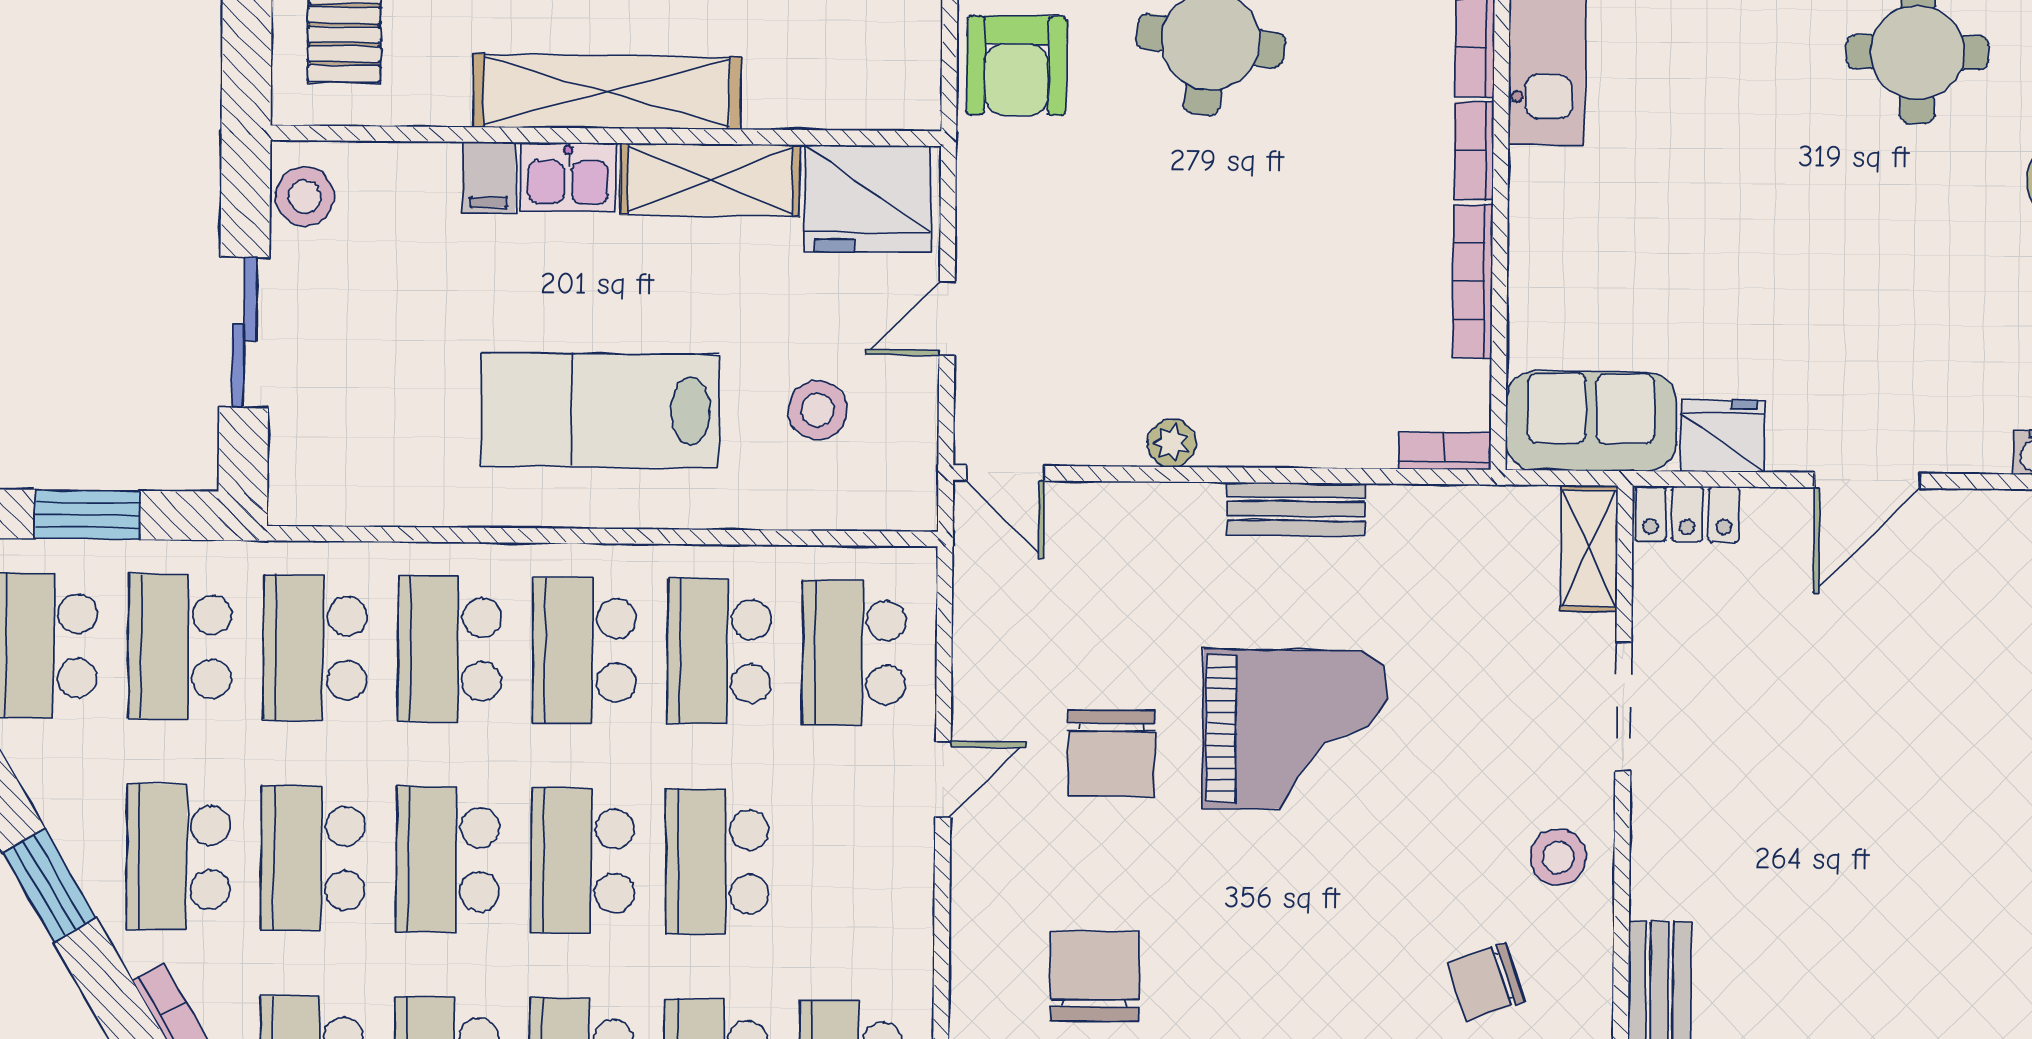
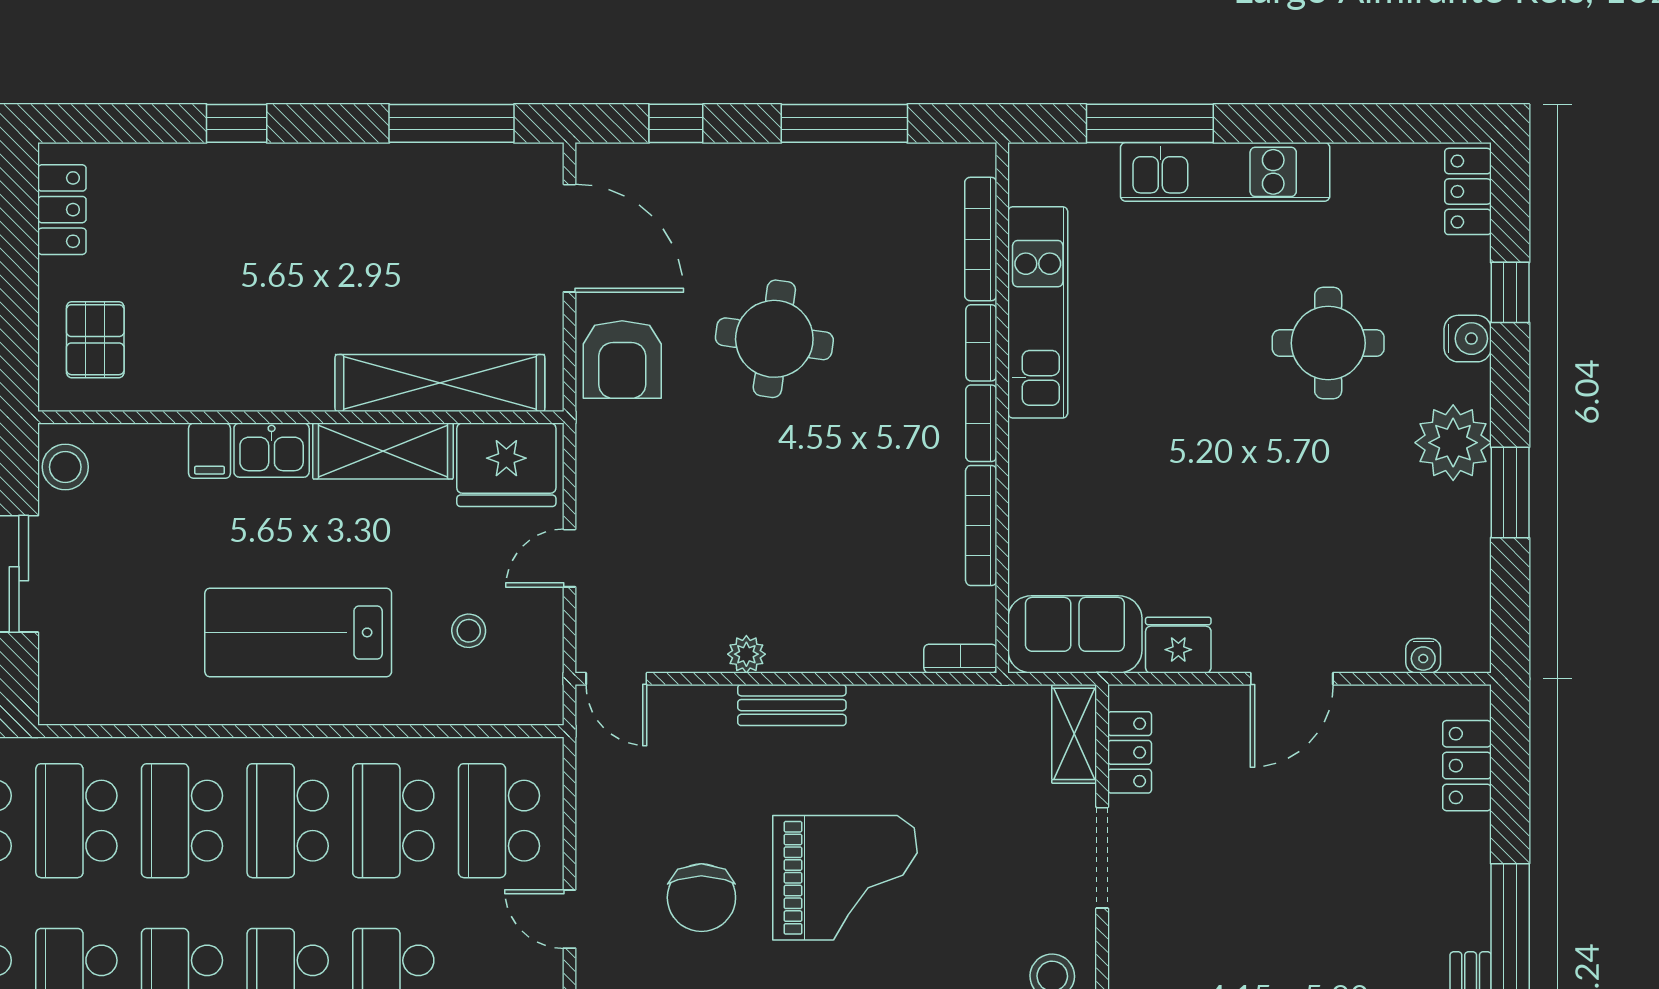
shelving: (607, 92) -> (440, 383), moved
stool: (818, 410) -> (469, 631), width x0.73, depth x0.73
bench: (1296, 509) -> (792, 705), moved
locker: (1687, 514) -> (1130, 752), moved, turned -90
door: (943, 779) -> (570, 919), swing flipped

